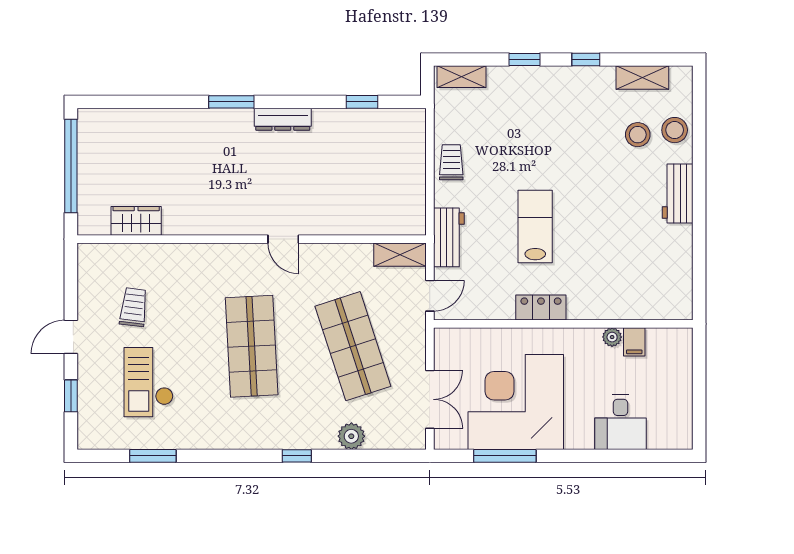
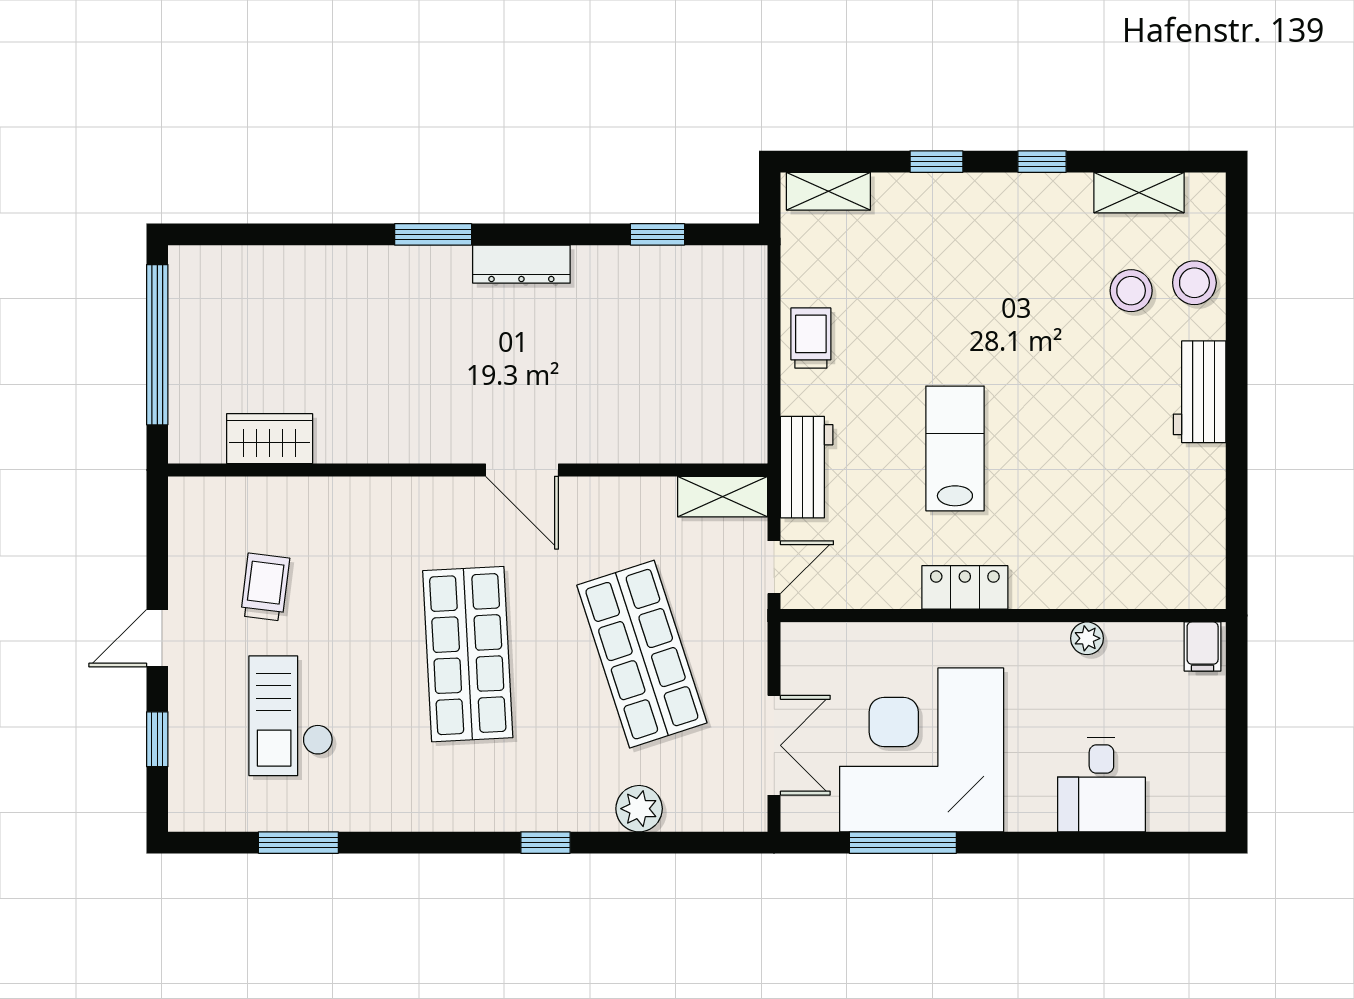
door: (283, 239) -> (522, 470), width x1.38
filing cabinet: (634, 342) -> (1203, 646), moved

